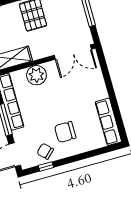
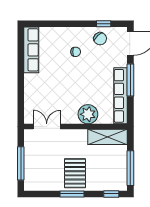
double door: (73, 52) -> (47, 127), width x0.73
chair: (65, 132) -> (76, 52), width x0.54, depth x0.54

